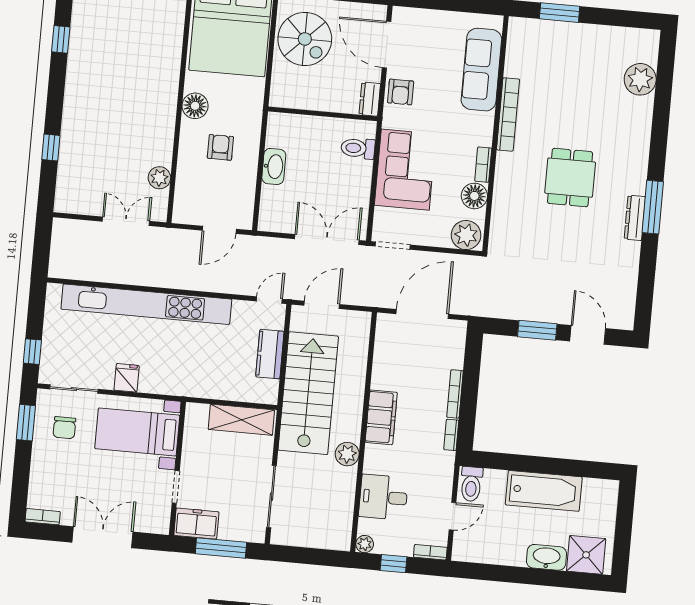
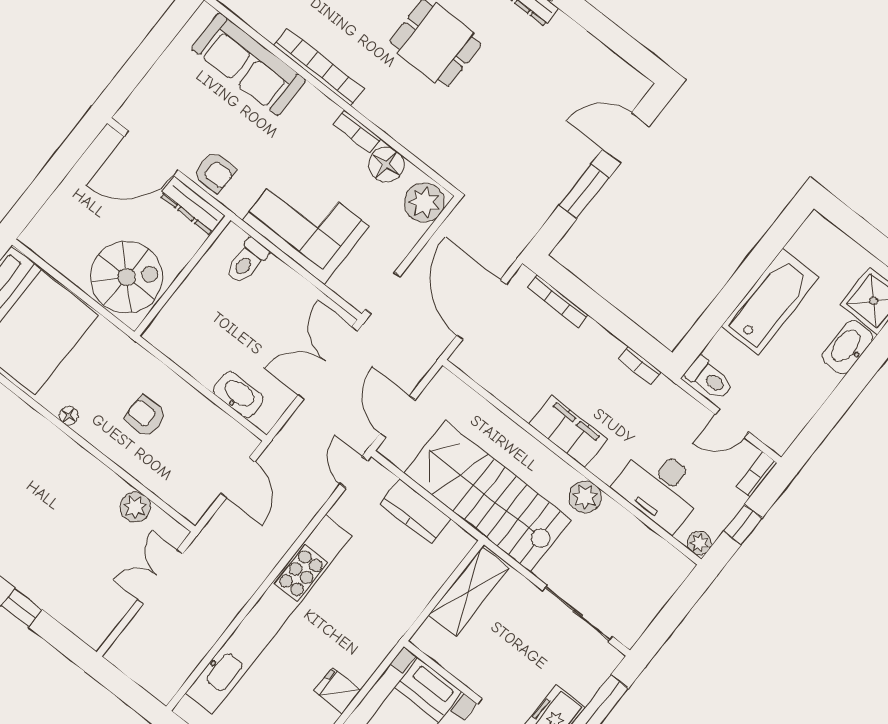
spiral stairs: (305, 39) -> (126, 277), moved
dresser: (370, 99) -> (192, 206), width x1.44
floor lamp: (195, 106) -> (69, 416), width x0.53, depth x0.53
washbasin: (274, 166) -> (238, 395), moved
bookcase: (455, 394) -> (558, 301), moved
desk: (383, 497) -> (660, 488), width x1.37
door: (452, 516) -> (732, 423), swing flipped

